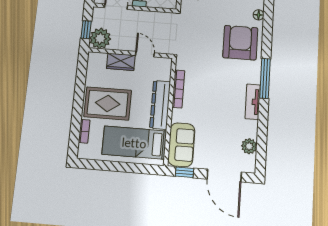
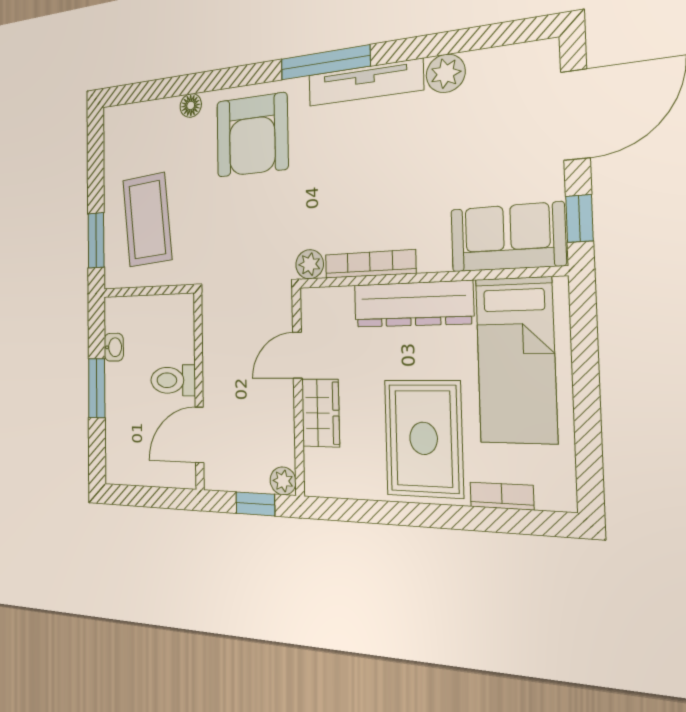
plant: (100, 38) -> (283, 481), width x0.53, depth x0.53
armchair: (240, 43) -> (252, 135), turned -90
plant: (182, 63) -> (310, 264), added
tv unit: (253, 102) -> (365, 83), width x1.41
plant: (249, 146) -> (446, 73), moved

